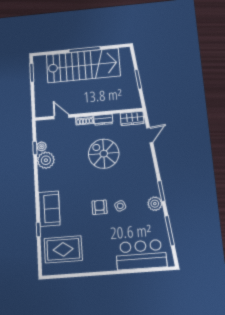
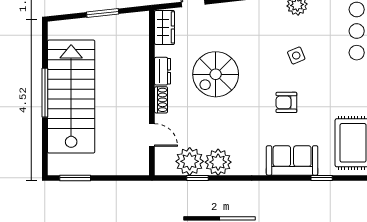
door: (61, 117) -> (152, 135), swing flipped
plant: (41, 146) -> (190, 161), width x1.88, depth x1.88
armchair: (100, 207) -> (286, 102), moved

